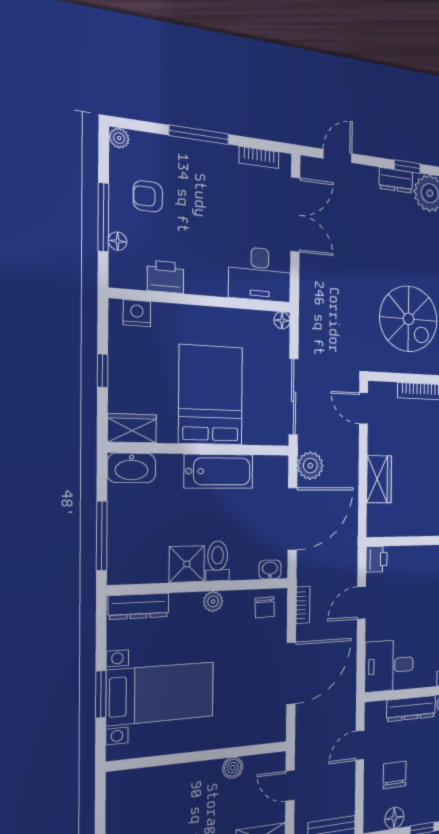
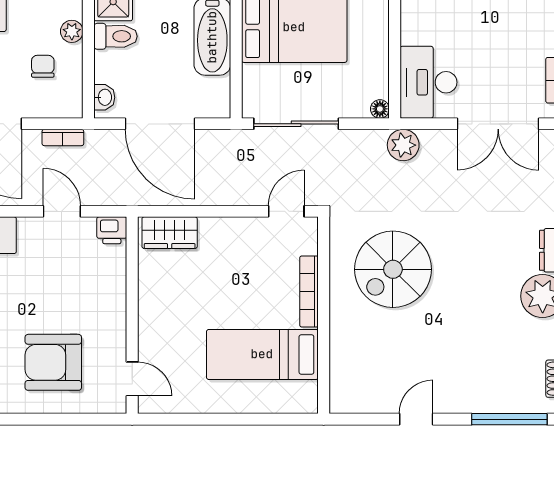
plant: (310, 466) -> (403, 145), moved
wardrobe: (379, 479) -> (170, 233), moved
chair: (265, 607) -> (43, 66), moved, turned 92

